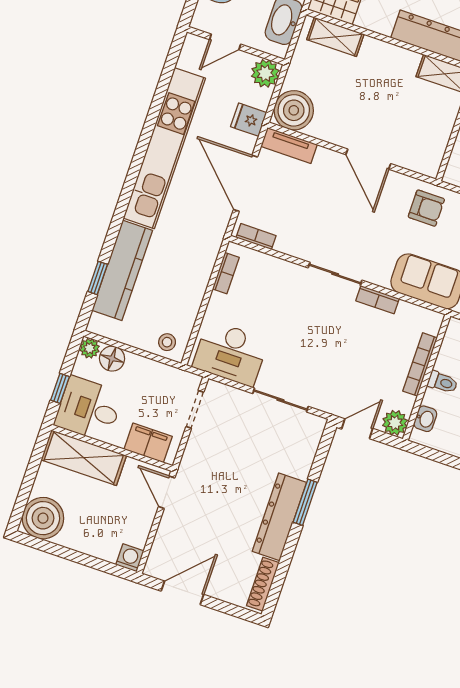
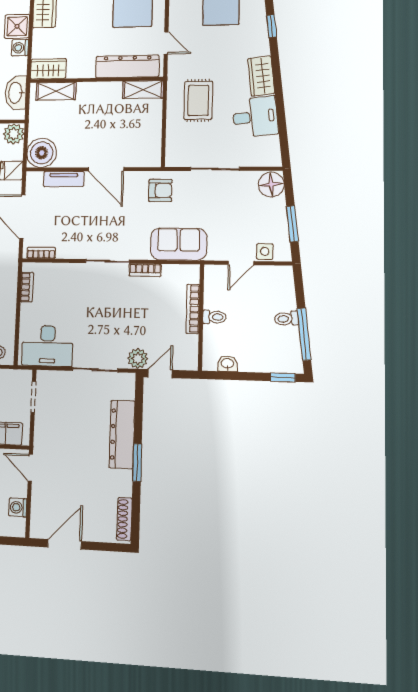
tv unit: (289, 145) -> (64, 179), moved
washbasin: (425, 419) -> (227, 364), moved, turned -90
plant: (395, 423) -> (138, 359), moved
window: (305, 502) -> (137, 463), moved
dresser: (279, 517) -> (122, 434), moved
washing machine: (130, 558) -> (18, 507), moved, turned -90

